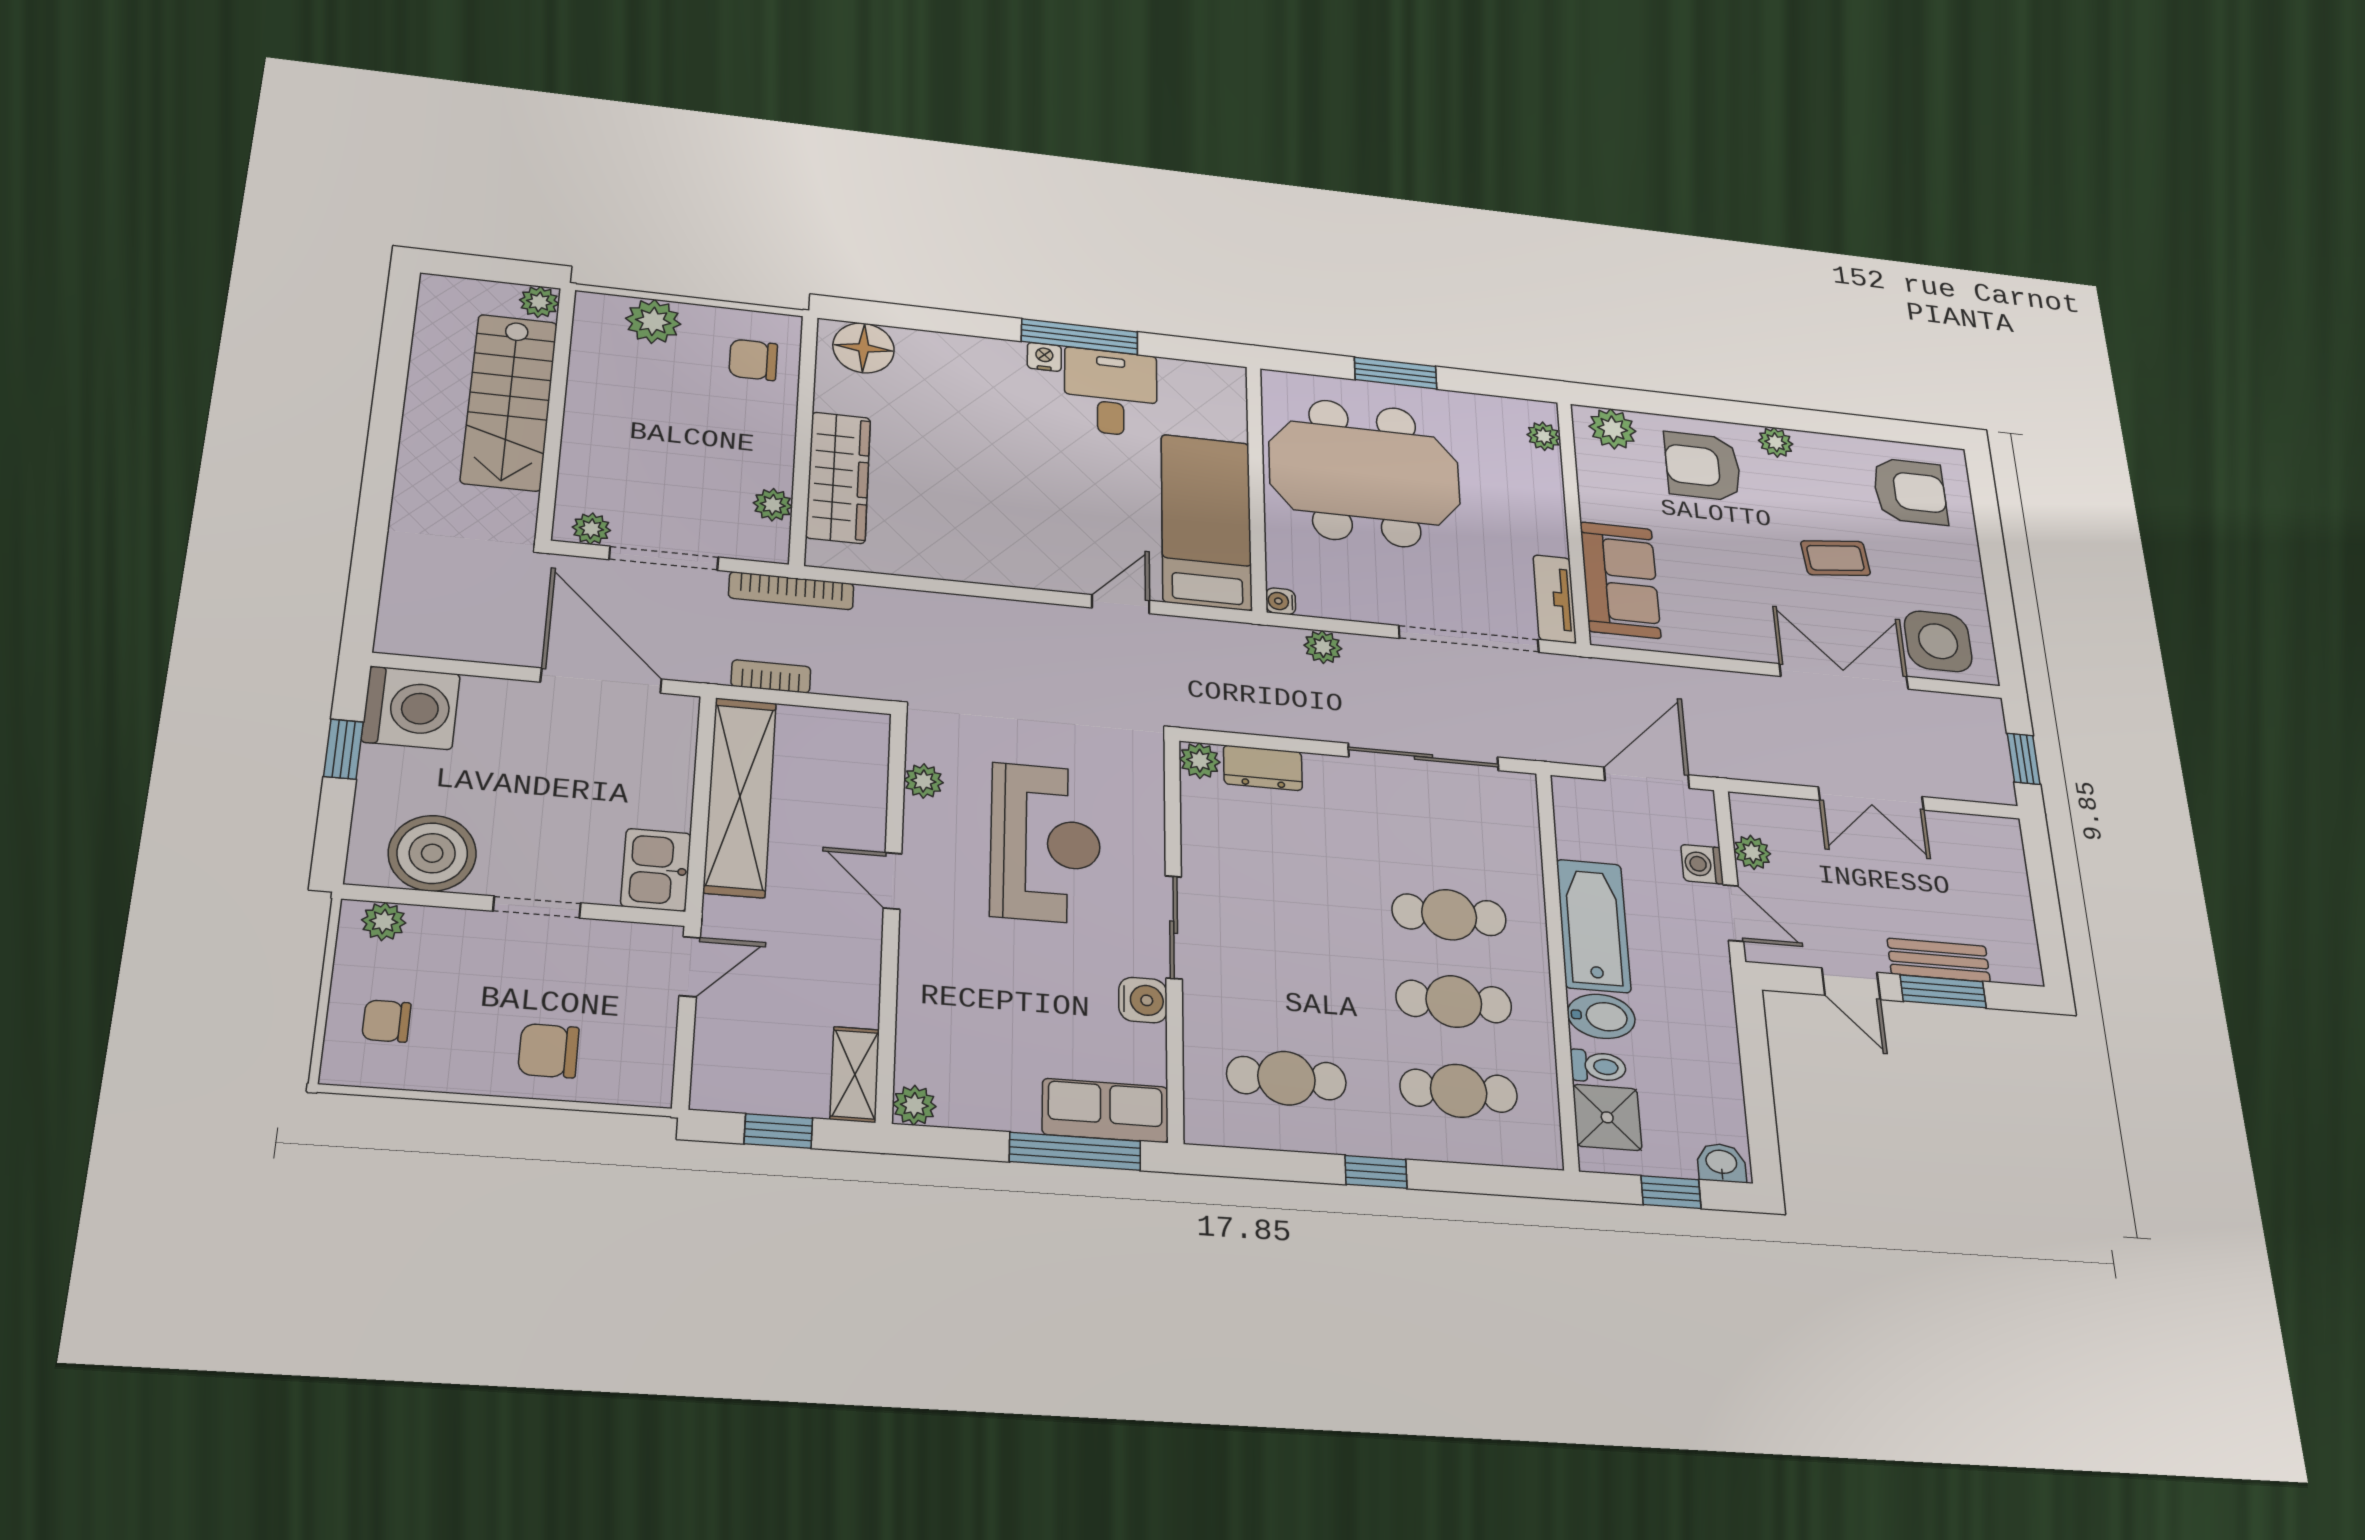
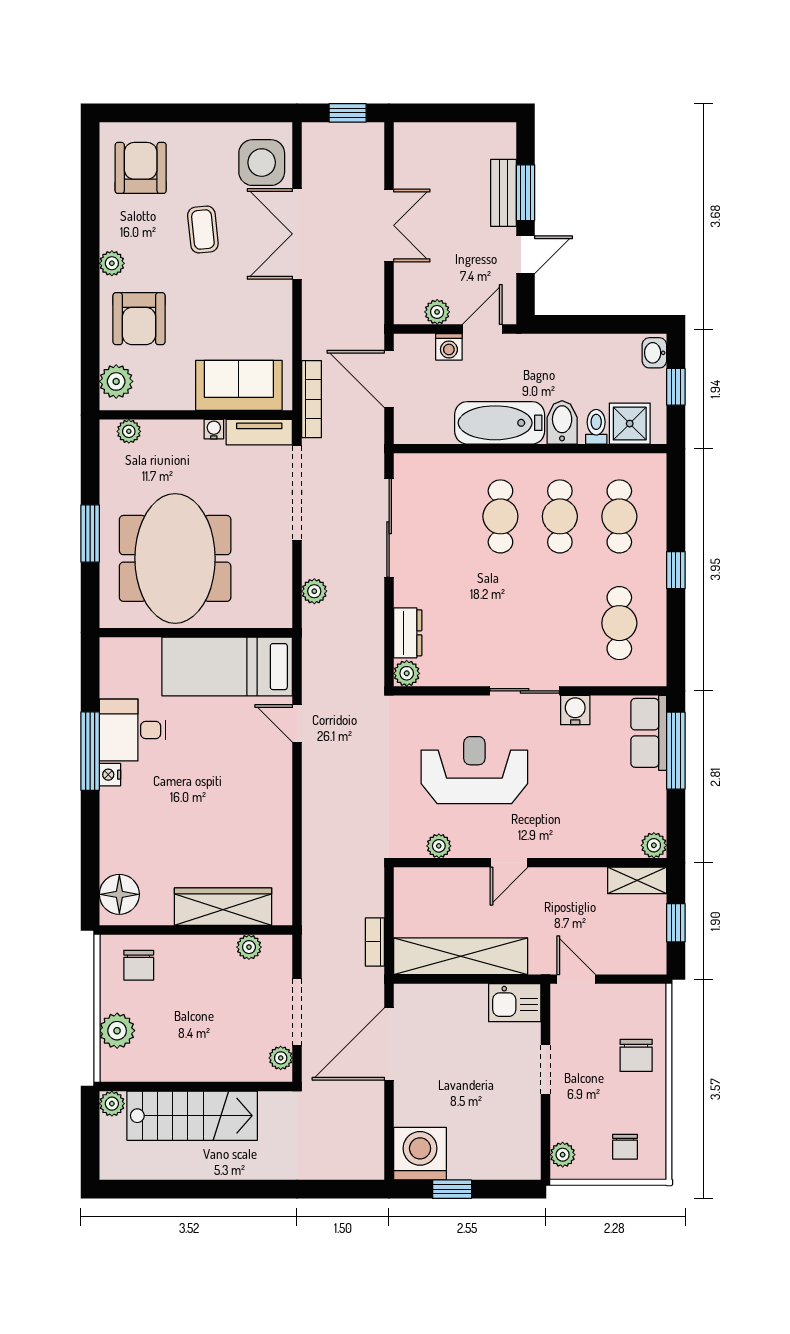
bookcase: (791, 591) -> (312, 399), moved
water cooler: (1281, 601) -> (214, 429), moved, turned 180
boiler: (432, 853) -> (516, 1132), removed

